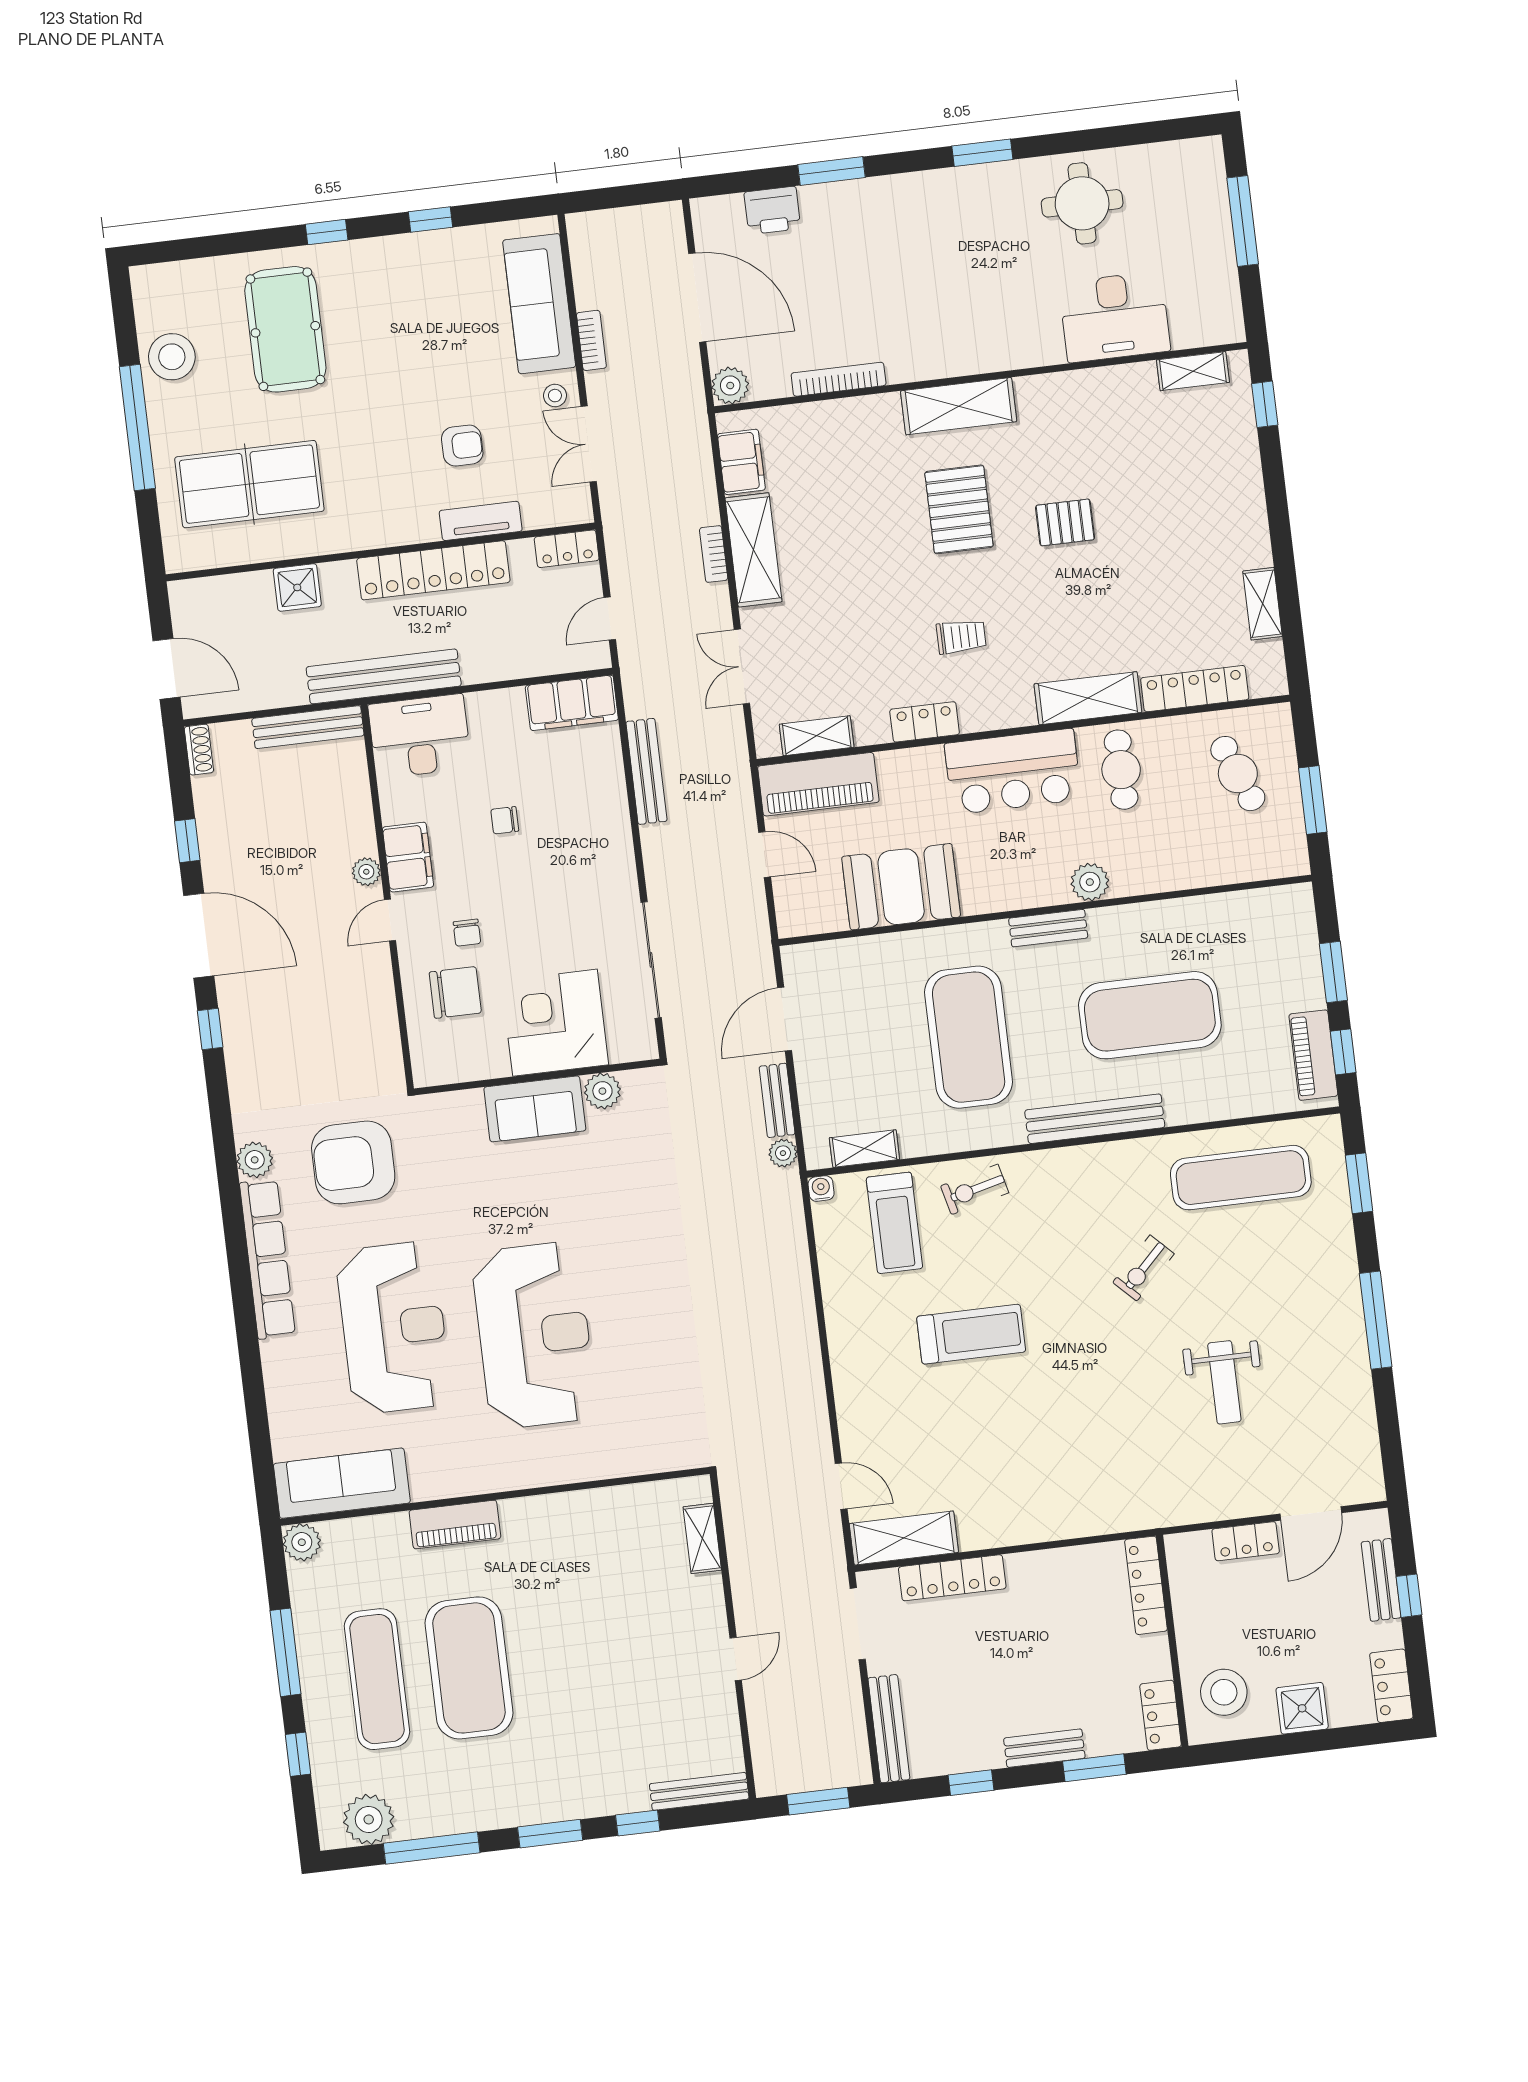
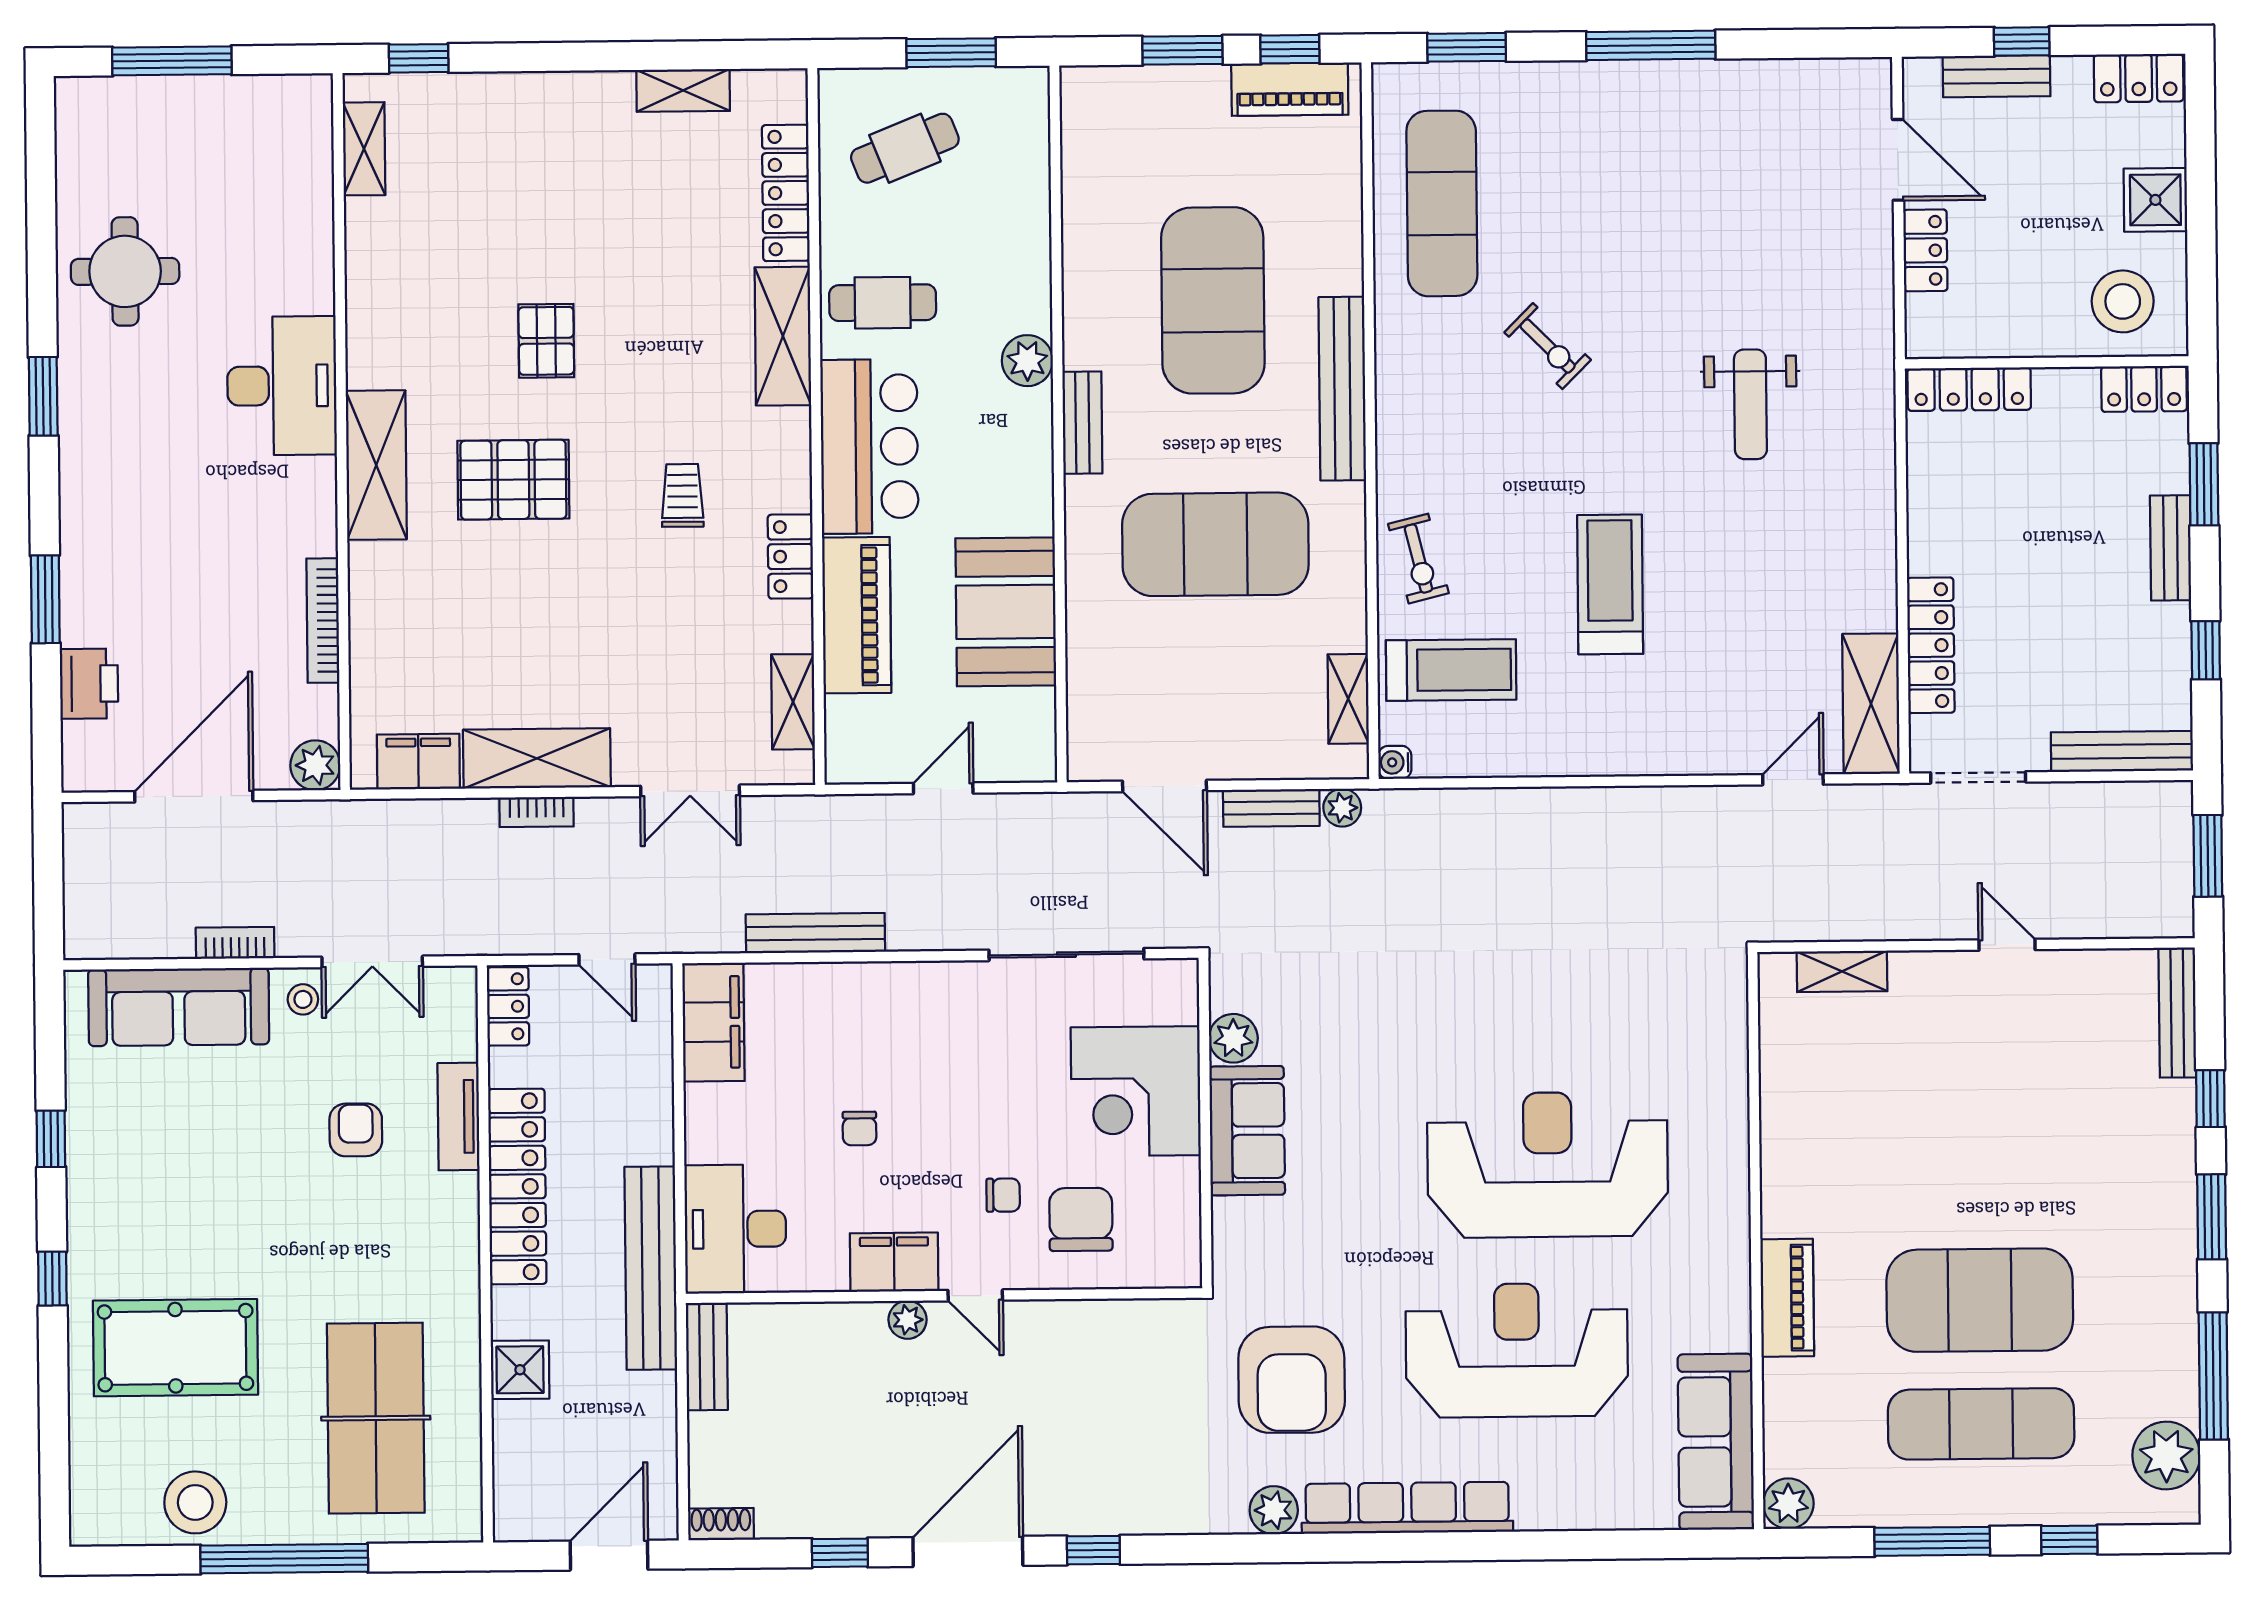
desk: (1115, 317) -> (282, 386), moved
bench: (308, 727) -> (707, 1356), width x0.73
piano: (818, 784) -> (857, 615), moved
weight bench: (1224, 1382) -> (1750, 404), moved, turned 90

